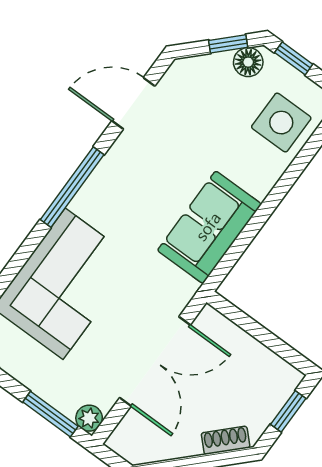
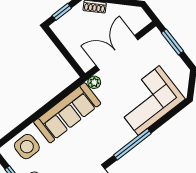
sofa: (209, 227) -> (67, 113), width x1.36
plant: (89, 418) -> (94, 82), moved

